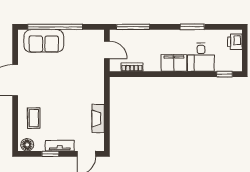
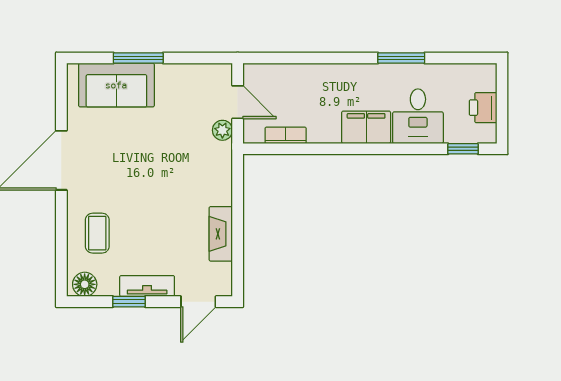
window: (55, 27) -> (138, 58), width x0.47
window: (133, 27) -> (288, 58), removed
printer: (235, 42) -> (483, 108), moved
plant: (99, 64) -> (222, 130), added

